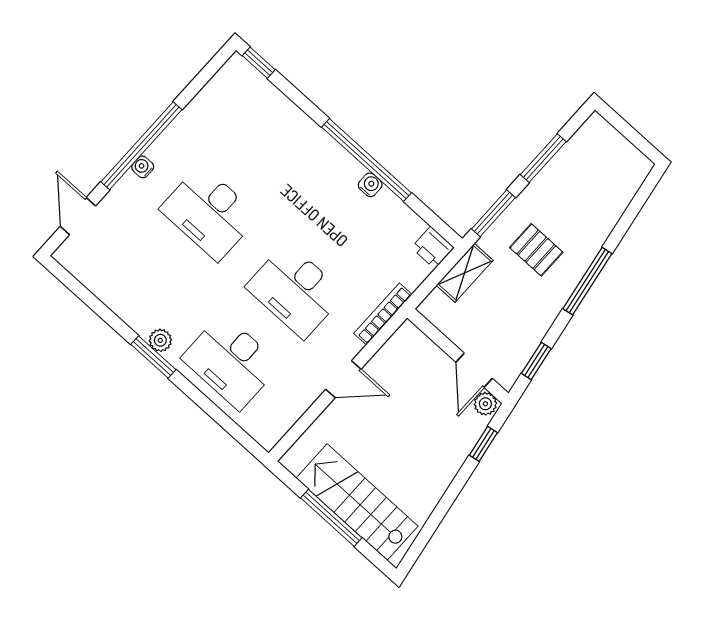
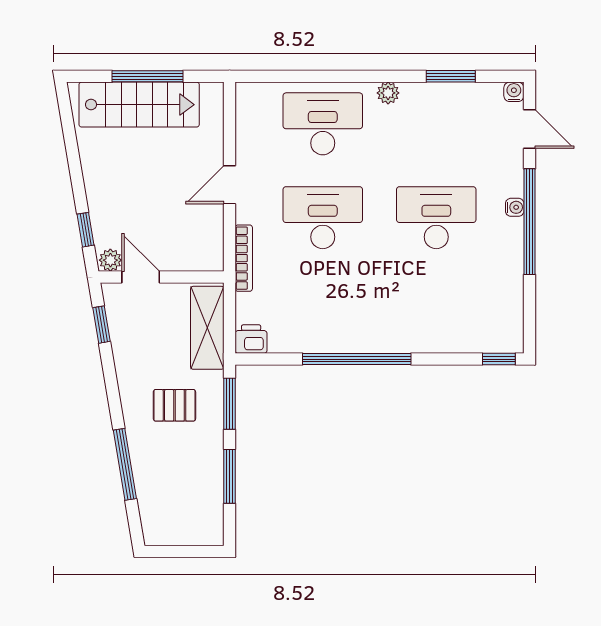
water cooler: (370, 185) -> (514, 92), moved, turned 180
shelving: (465, 273) -> (207, 328), width x1.50, depth x1.33
window: (587, 281) -> (125, 464), moved
window: (153, 357) -> (451, 76), moved

